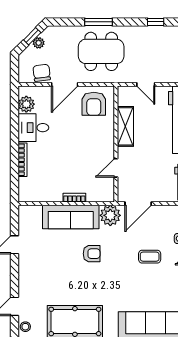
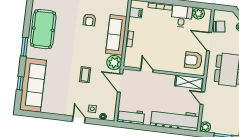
door: (146, 84) -> (202, 98), hinge flipped
shelving: (125, 126) -> (189, 82), moved
filing cabinet: (36, 193) -> (136, 13), added
armchair: (92, 254) -> (89, 20), moved
coffee table: (150, 257) -> (85, 75), moved

